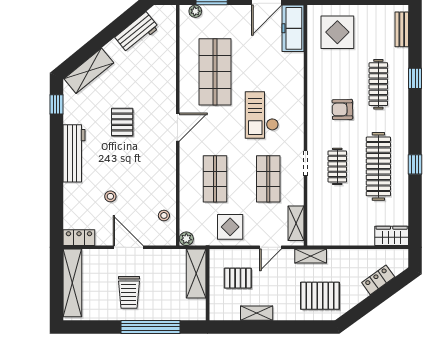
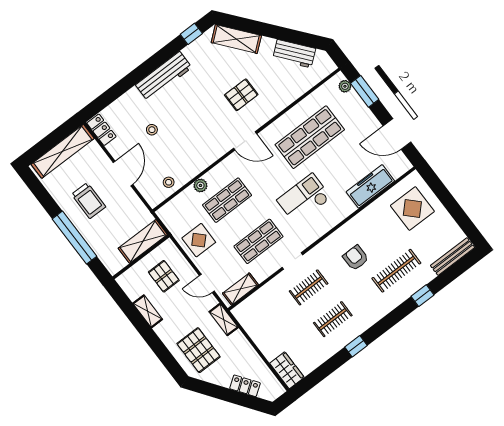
freezer: (293, 28) -> (370, 186), moved
bench: (402, 29) -> (453, 257), width x1.36
pallet: (122, 122) -> (241, 95), moved
clothes rail: (378, 166) -> (333, 319), width x0.54, depth x0.76
plant: (186, 239) -> (200, 185), moved
trolley: (129, 292) -> (89, 201), turned -90

